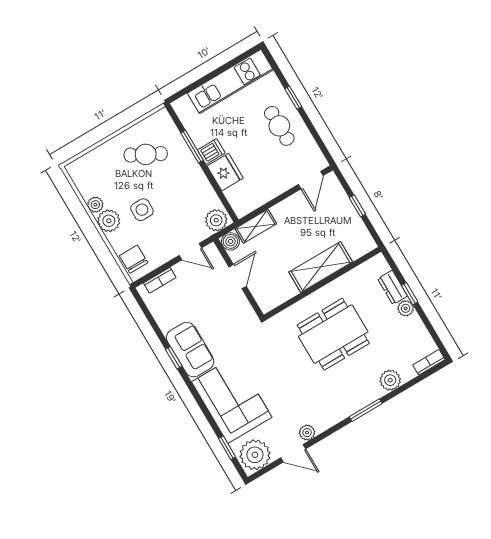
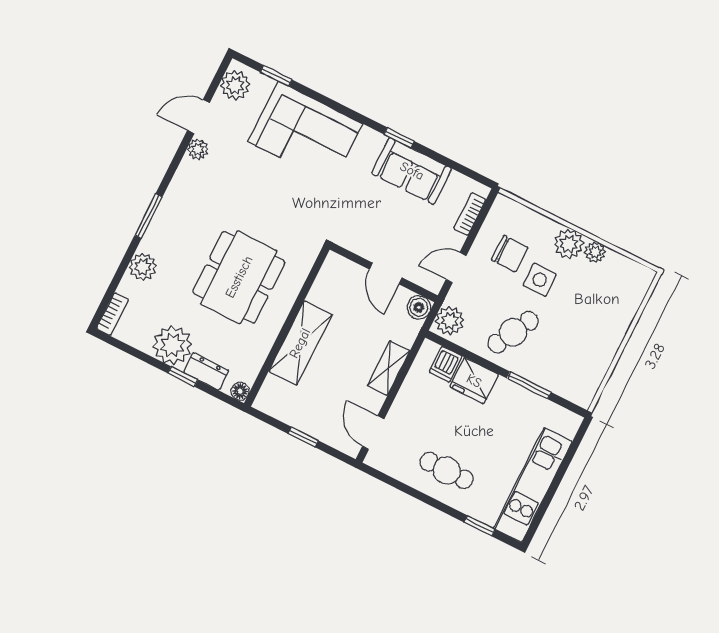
window: (293, 98) -> (480, 526), moved
dishwasher: (211, 151) -> (446, 364), moved
cafe table: (146, 154) -> (513, 332), moved
shelving: (256, 226) -> (389, 368), moved
chair: (134, 259) -> (510, 254), moved
floor lamp: (379, 261) -> (240, 391), added
plant: (406, 308) -> (173, 345), width x1.87, depth x1.87
sofa: (190, 350) -> (412, 171), moved
plant: (255, 455) -> (235, 85), width x0.73, depth x0.73

